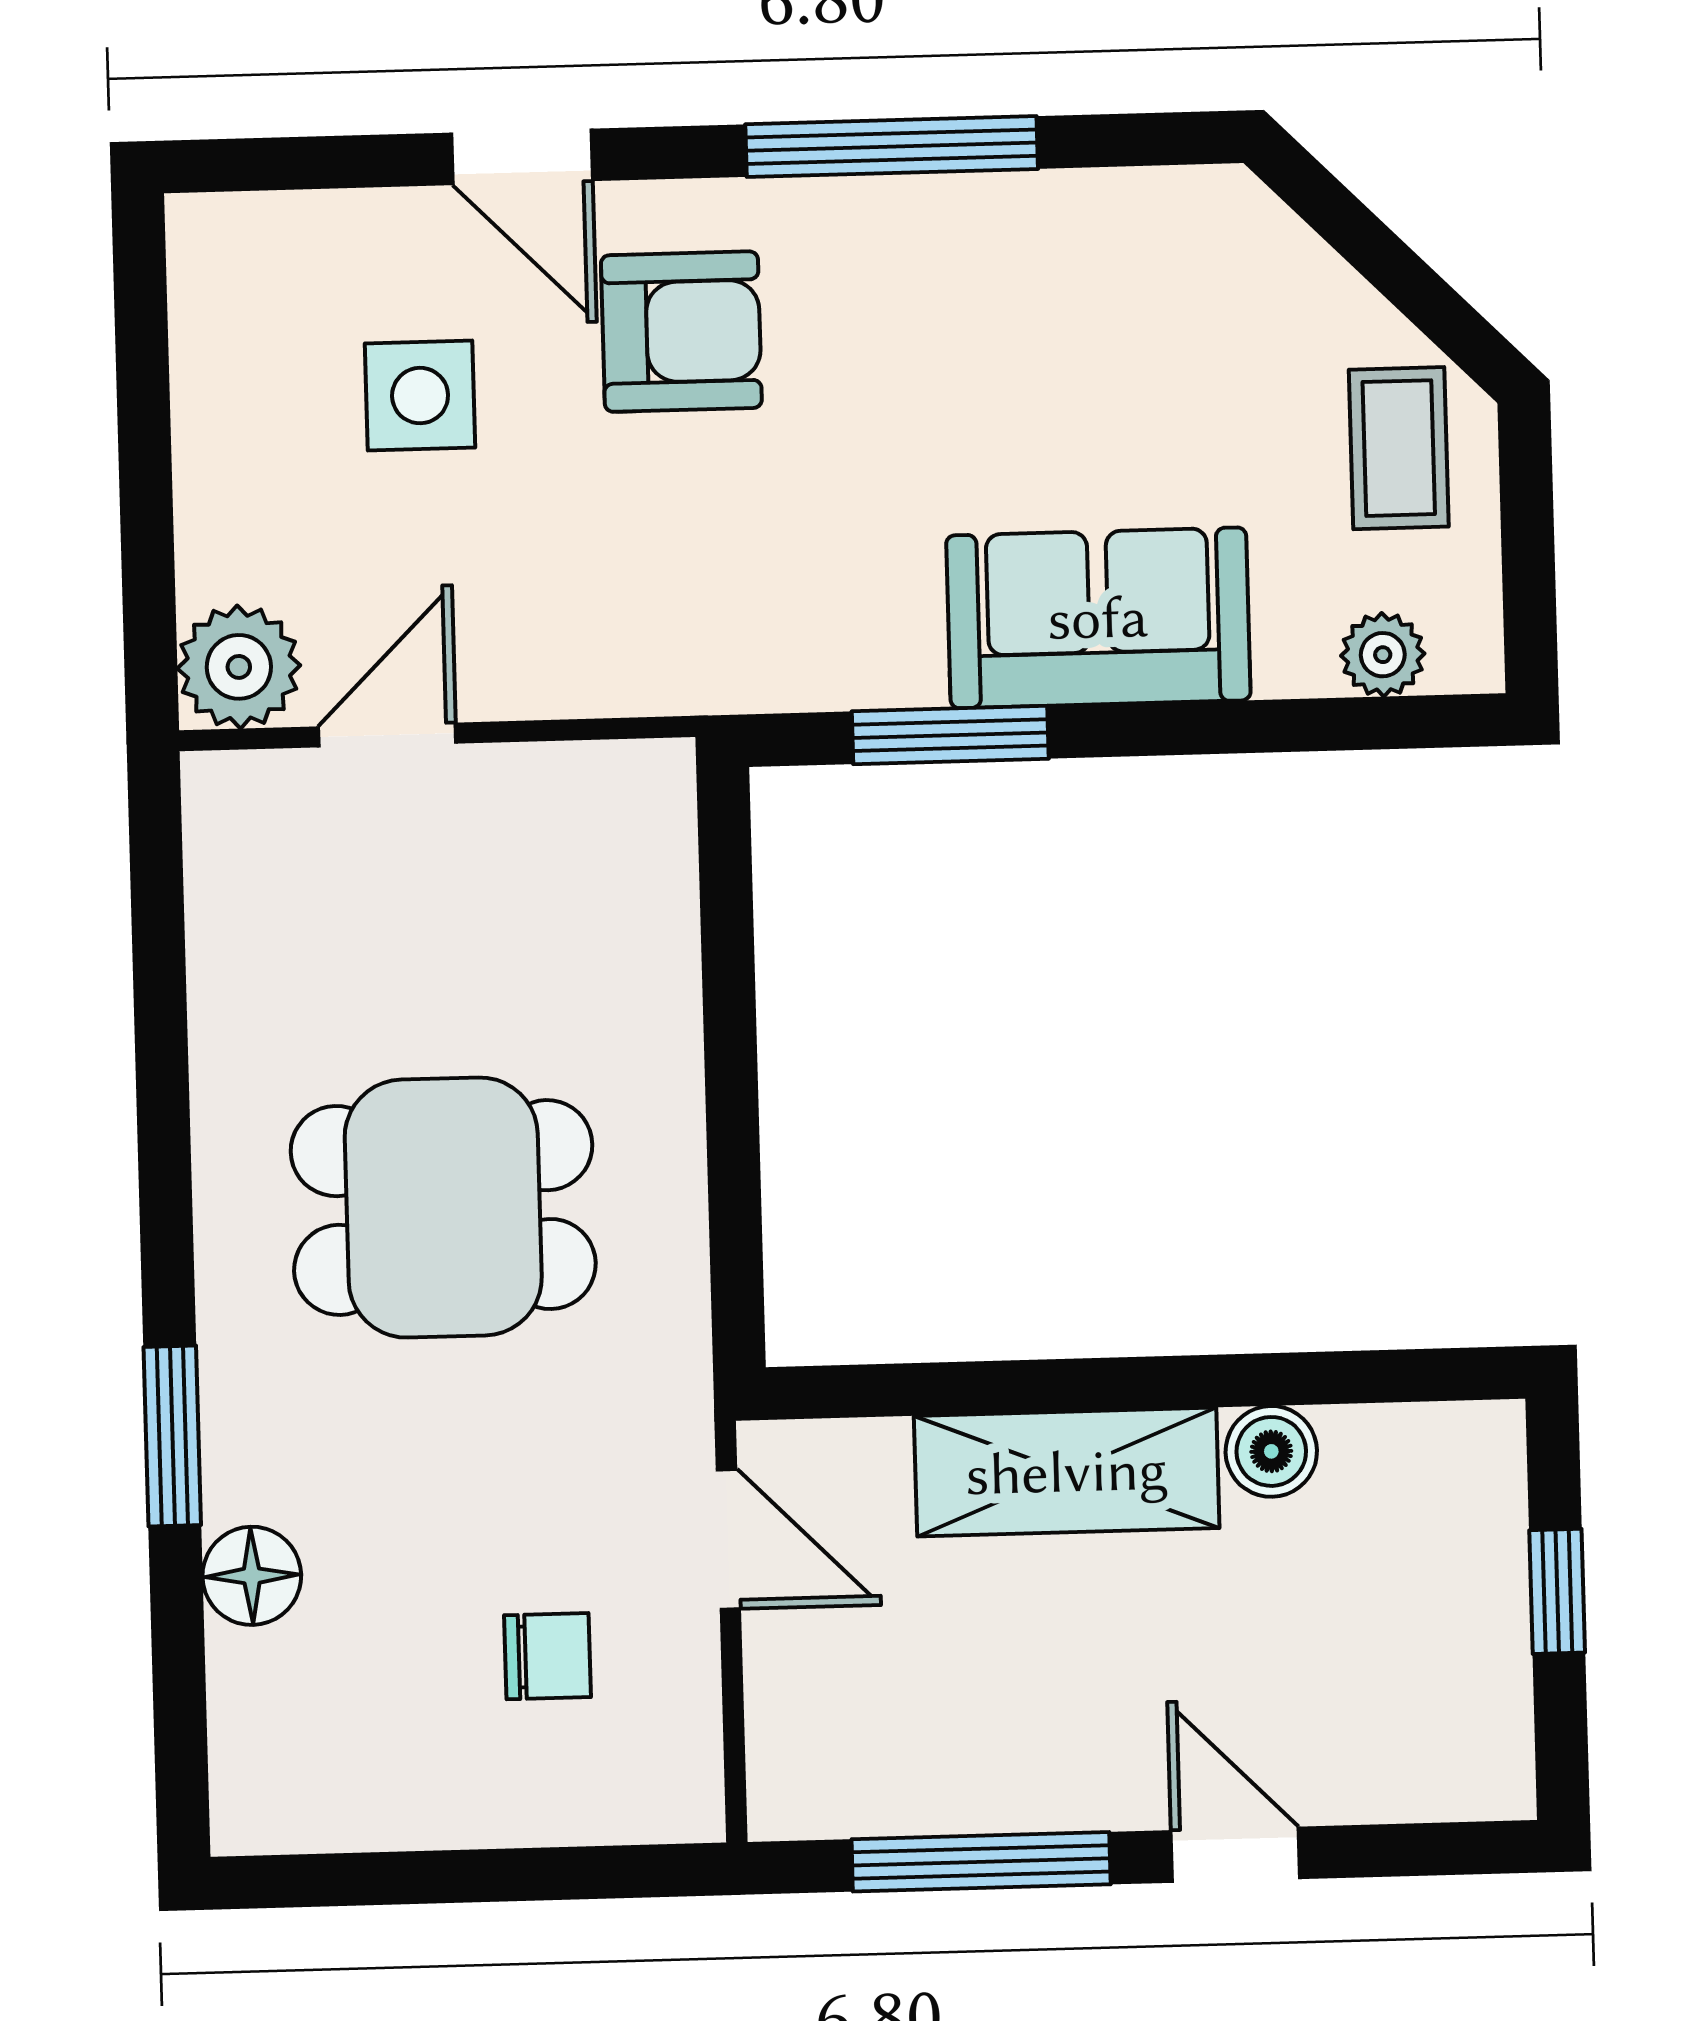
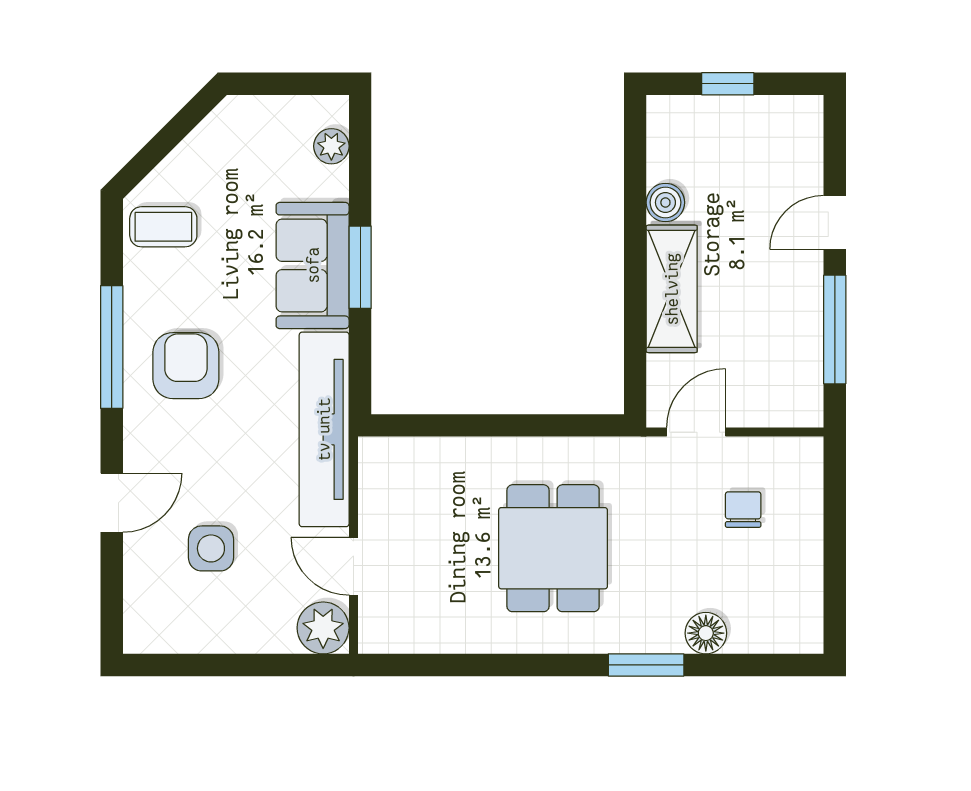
armchair: (681, 332) -> (186, 366), moved
coffee table: (1399, 448) -> (163, 227), moved
tv unit: (710, 656) -> (324, 429), added
window: (950, 735) -> (360, 267), moved

